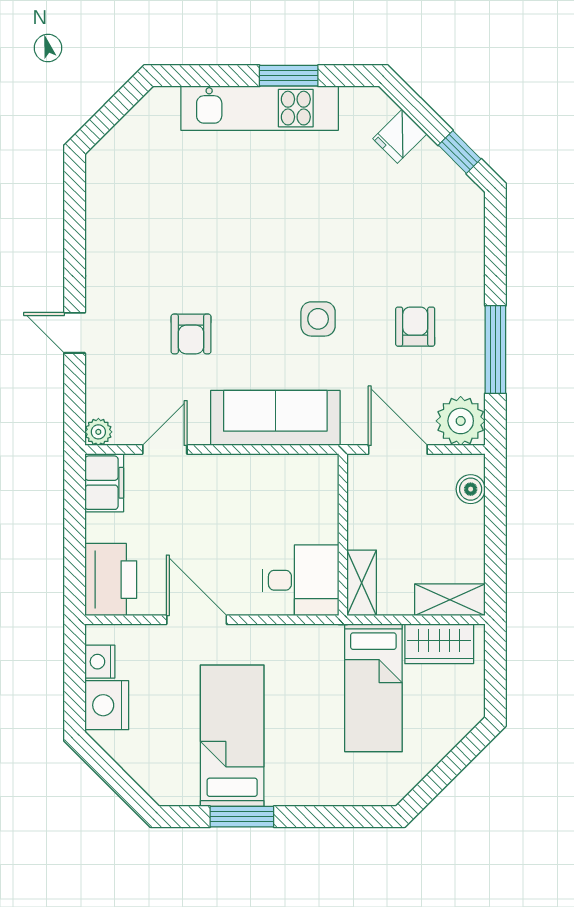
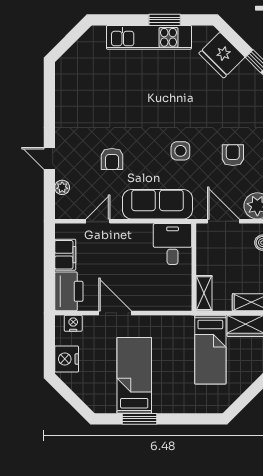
fridge: (400, 136) -> (222, 55), width x1.88, depth x1.34
plant: (98, 432) -> (62, 187), moved
filing cabinet: (104, 483) -> (65, 255), moved
desk: (301, 580) -> (173, 244), moved, turned -90
nightstand: (100, 662) -> (73, 323), moved, turned 90

